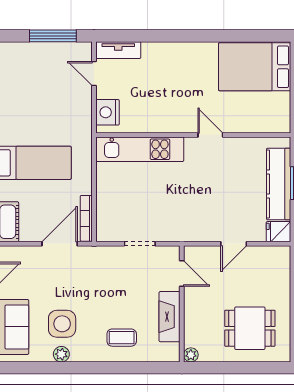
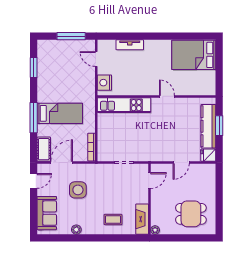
tv unit: (118, 50) -> (130, 45), moved
door: (60, 244) -> (62, 163), moved
door: (182, 273) -> (150, 181), hinge flipped
fireplace: (170, 317) -> (142, 219), moved
side table: (62, 324) -> (78, 190), moved

